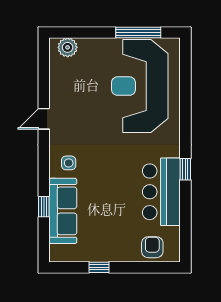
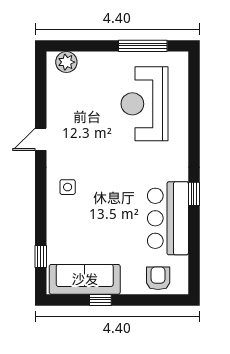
reception desk: (140, 86) -> (145, 104), width x0.74, depth x0.77
window: (44, 207) -> (41, 257), moved
sofa: (63, 211) -> (85, 279), moved, turned -90

